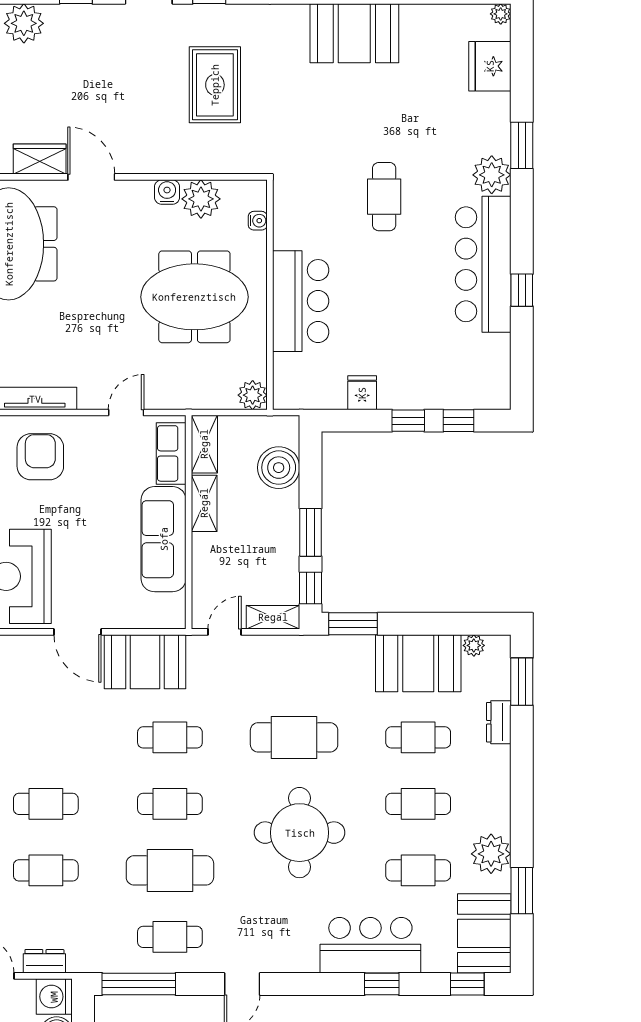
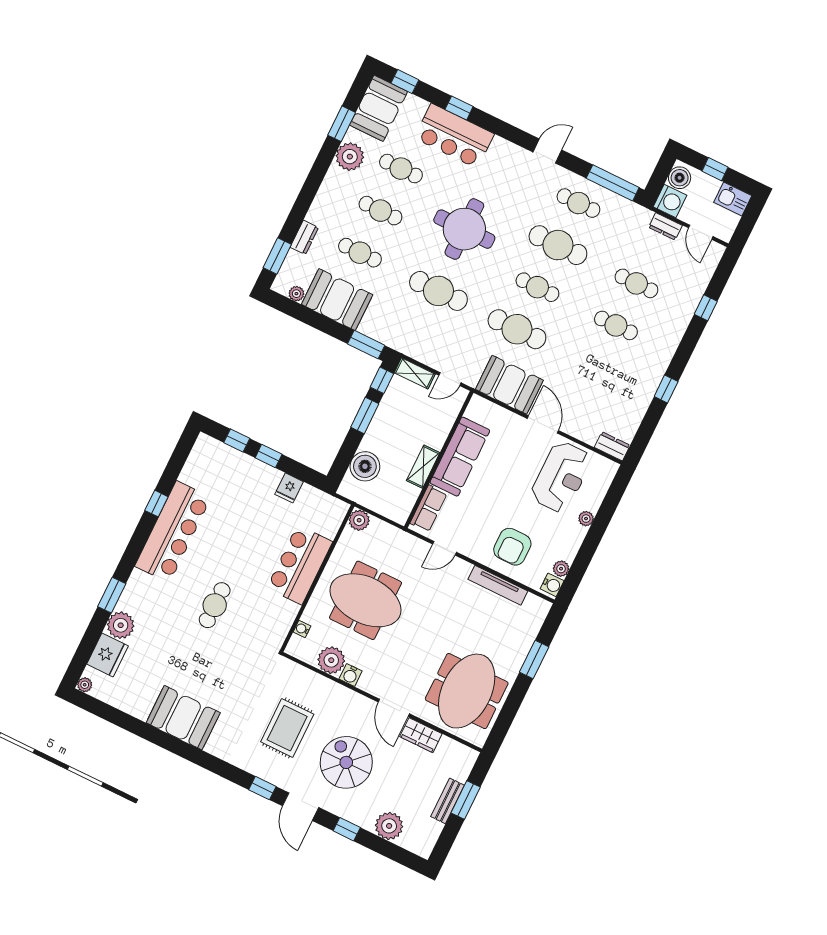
spiral stairs: (118, 78) -> (346, 762), added
plant: (492, 175) -> (121, 625), moved
shelving: (204, 444) -> (405, 504), removed
cafe table: (170, 737) -> (517, 329), width x1.37, depth x1.35

